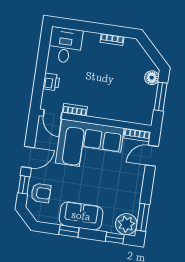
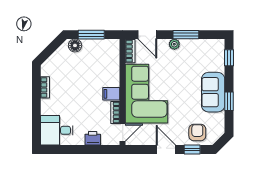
filing cabinet: (95, 108) -> (111, 94), added
window: (143, 217) -> (186, 35), moved
plant: (126, 224) -> (174, 44), moved, width x0.53, depth x0.53

